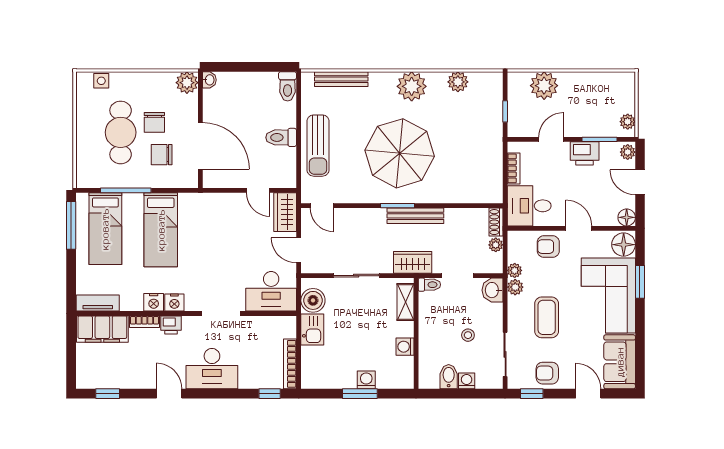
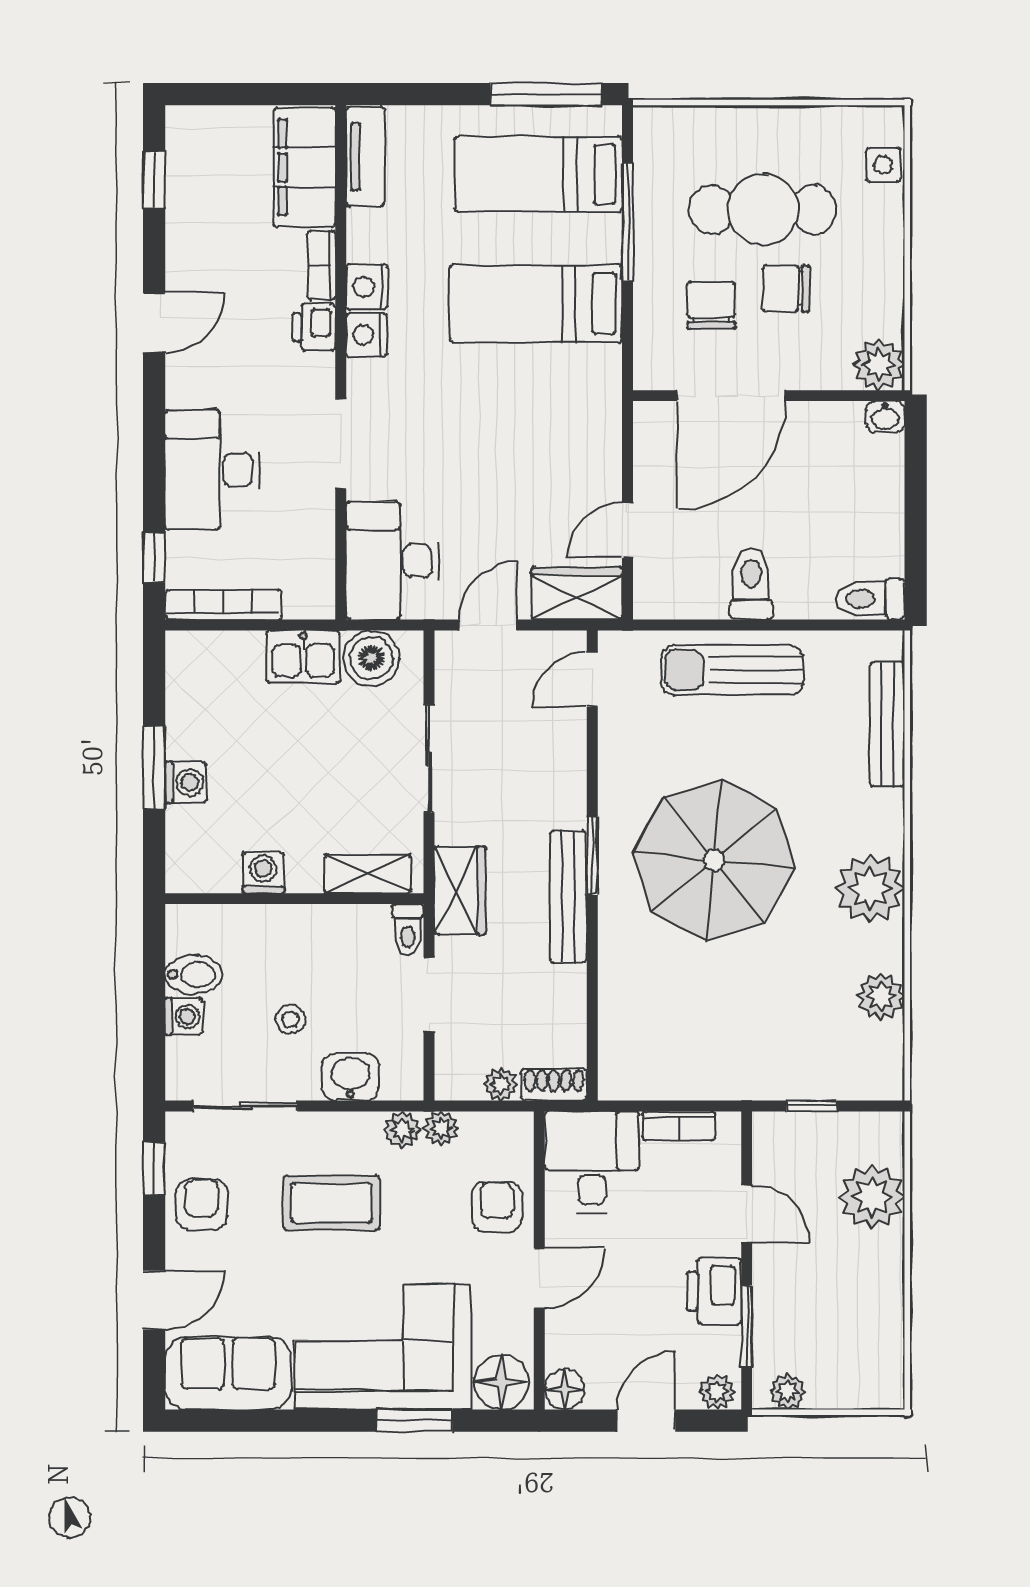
washbasin: (492, 290) -> (350, 1077), moved
desk: (212, 369) -> (212, 470), moved

